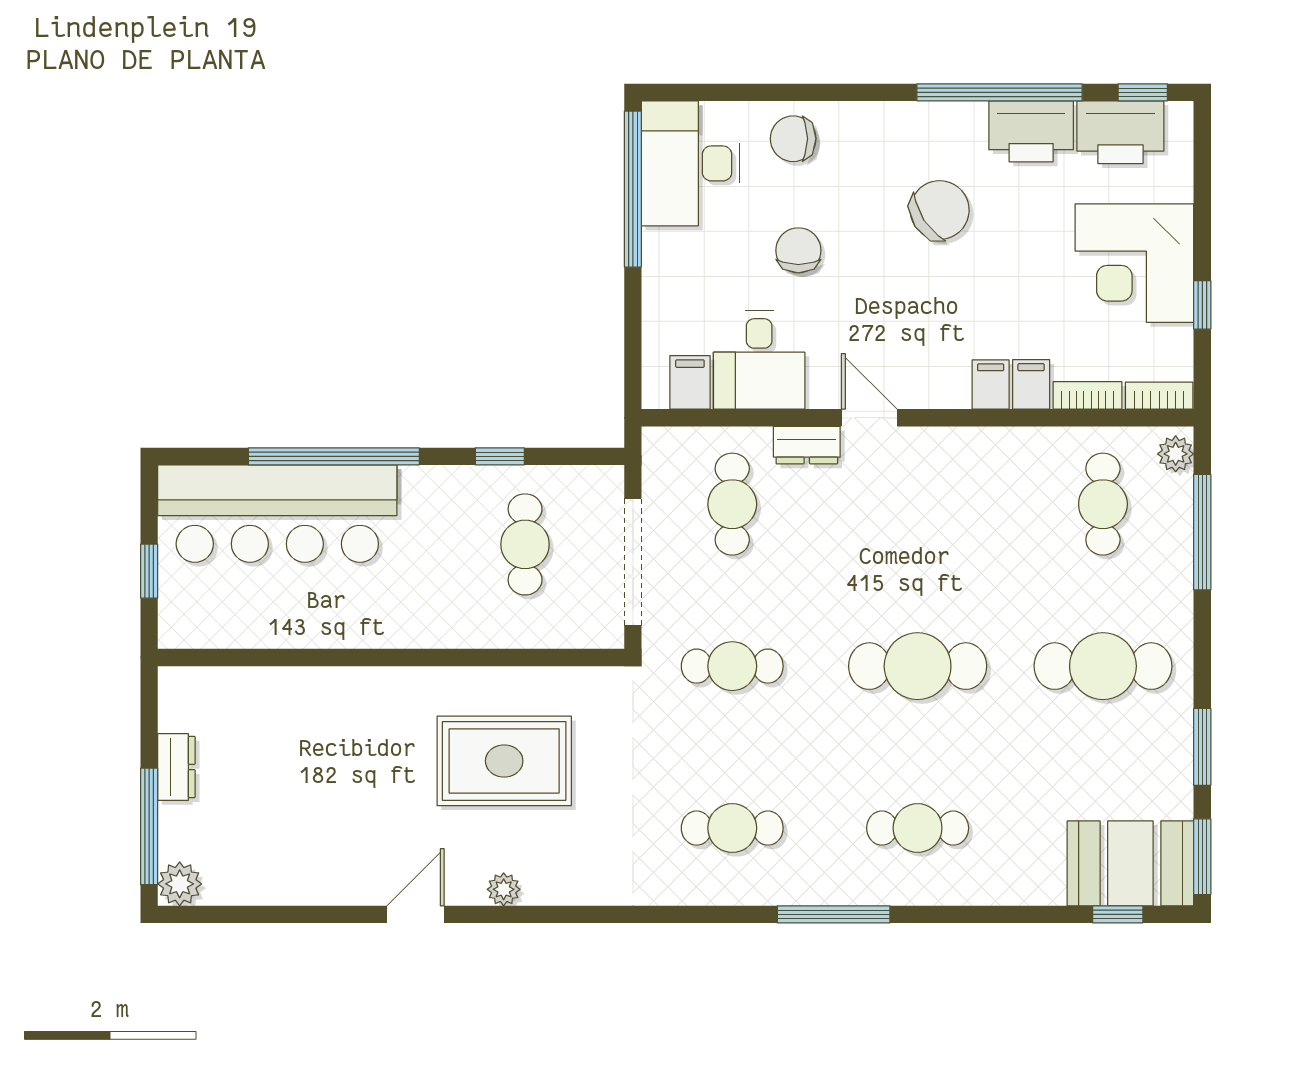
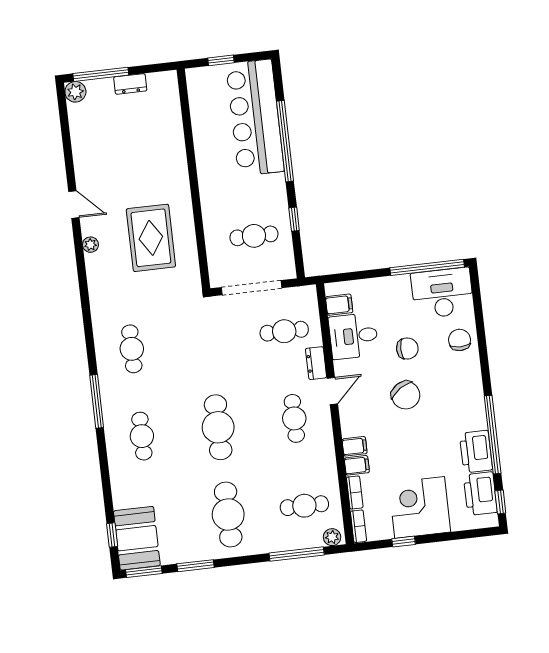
chair: (940, 210) -> (406, 395), moved
cafe table: (732, 666) -> (294, 418), moved

